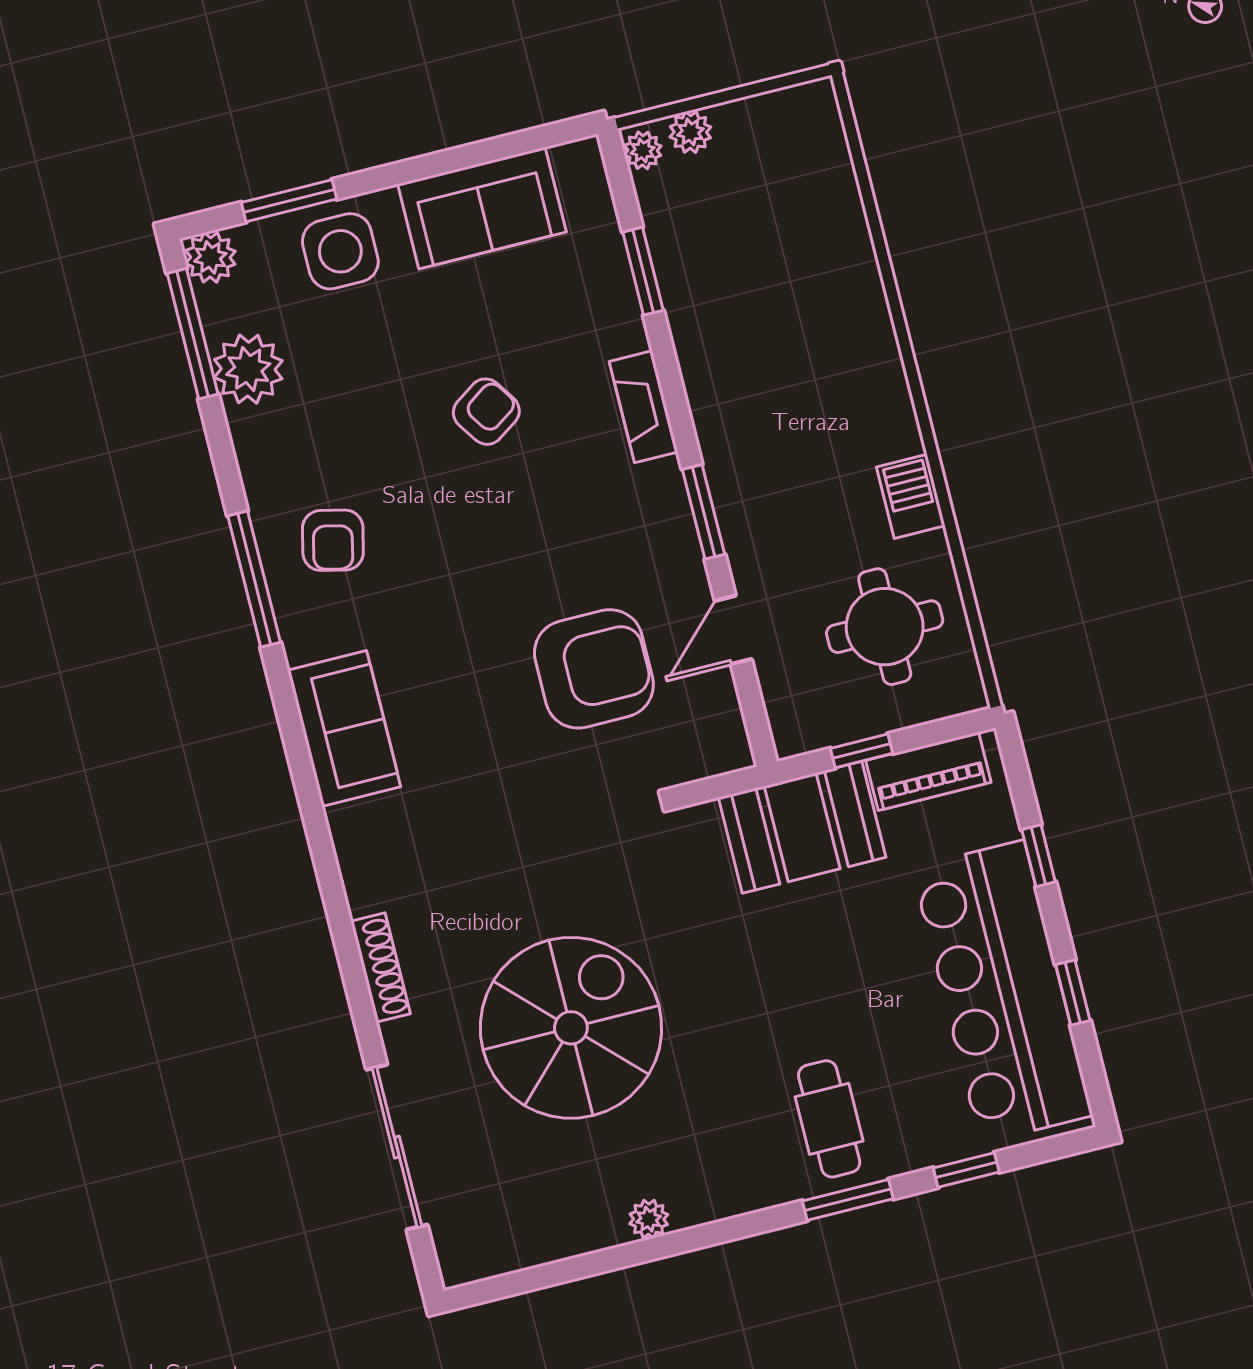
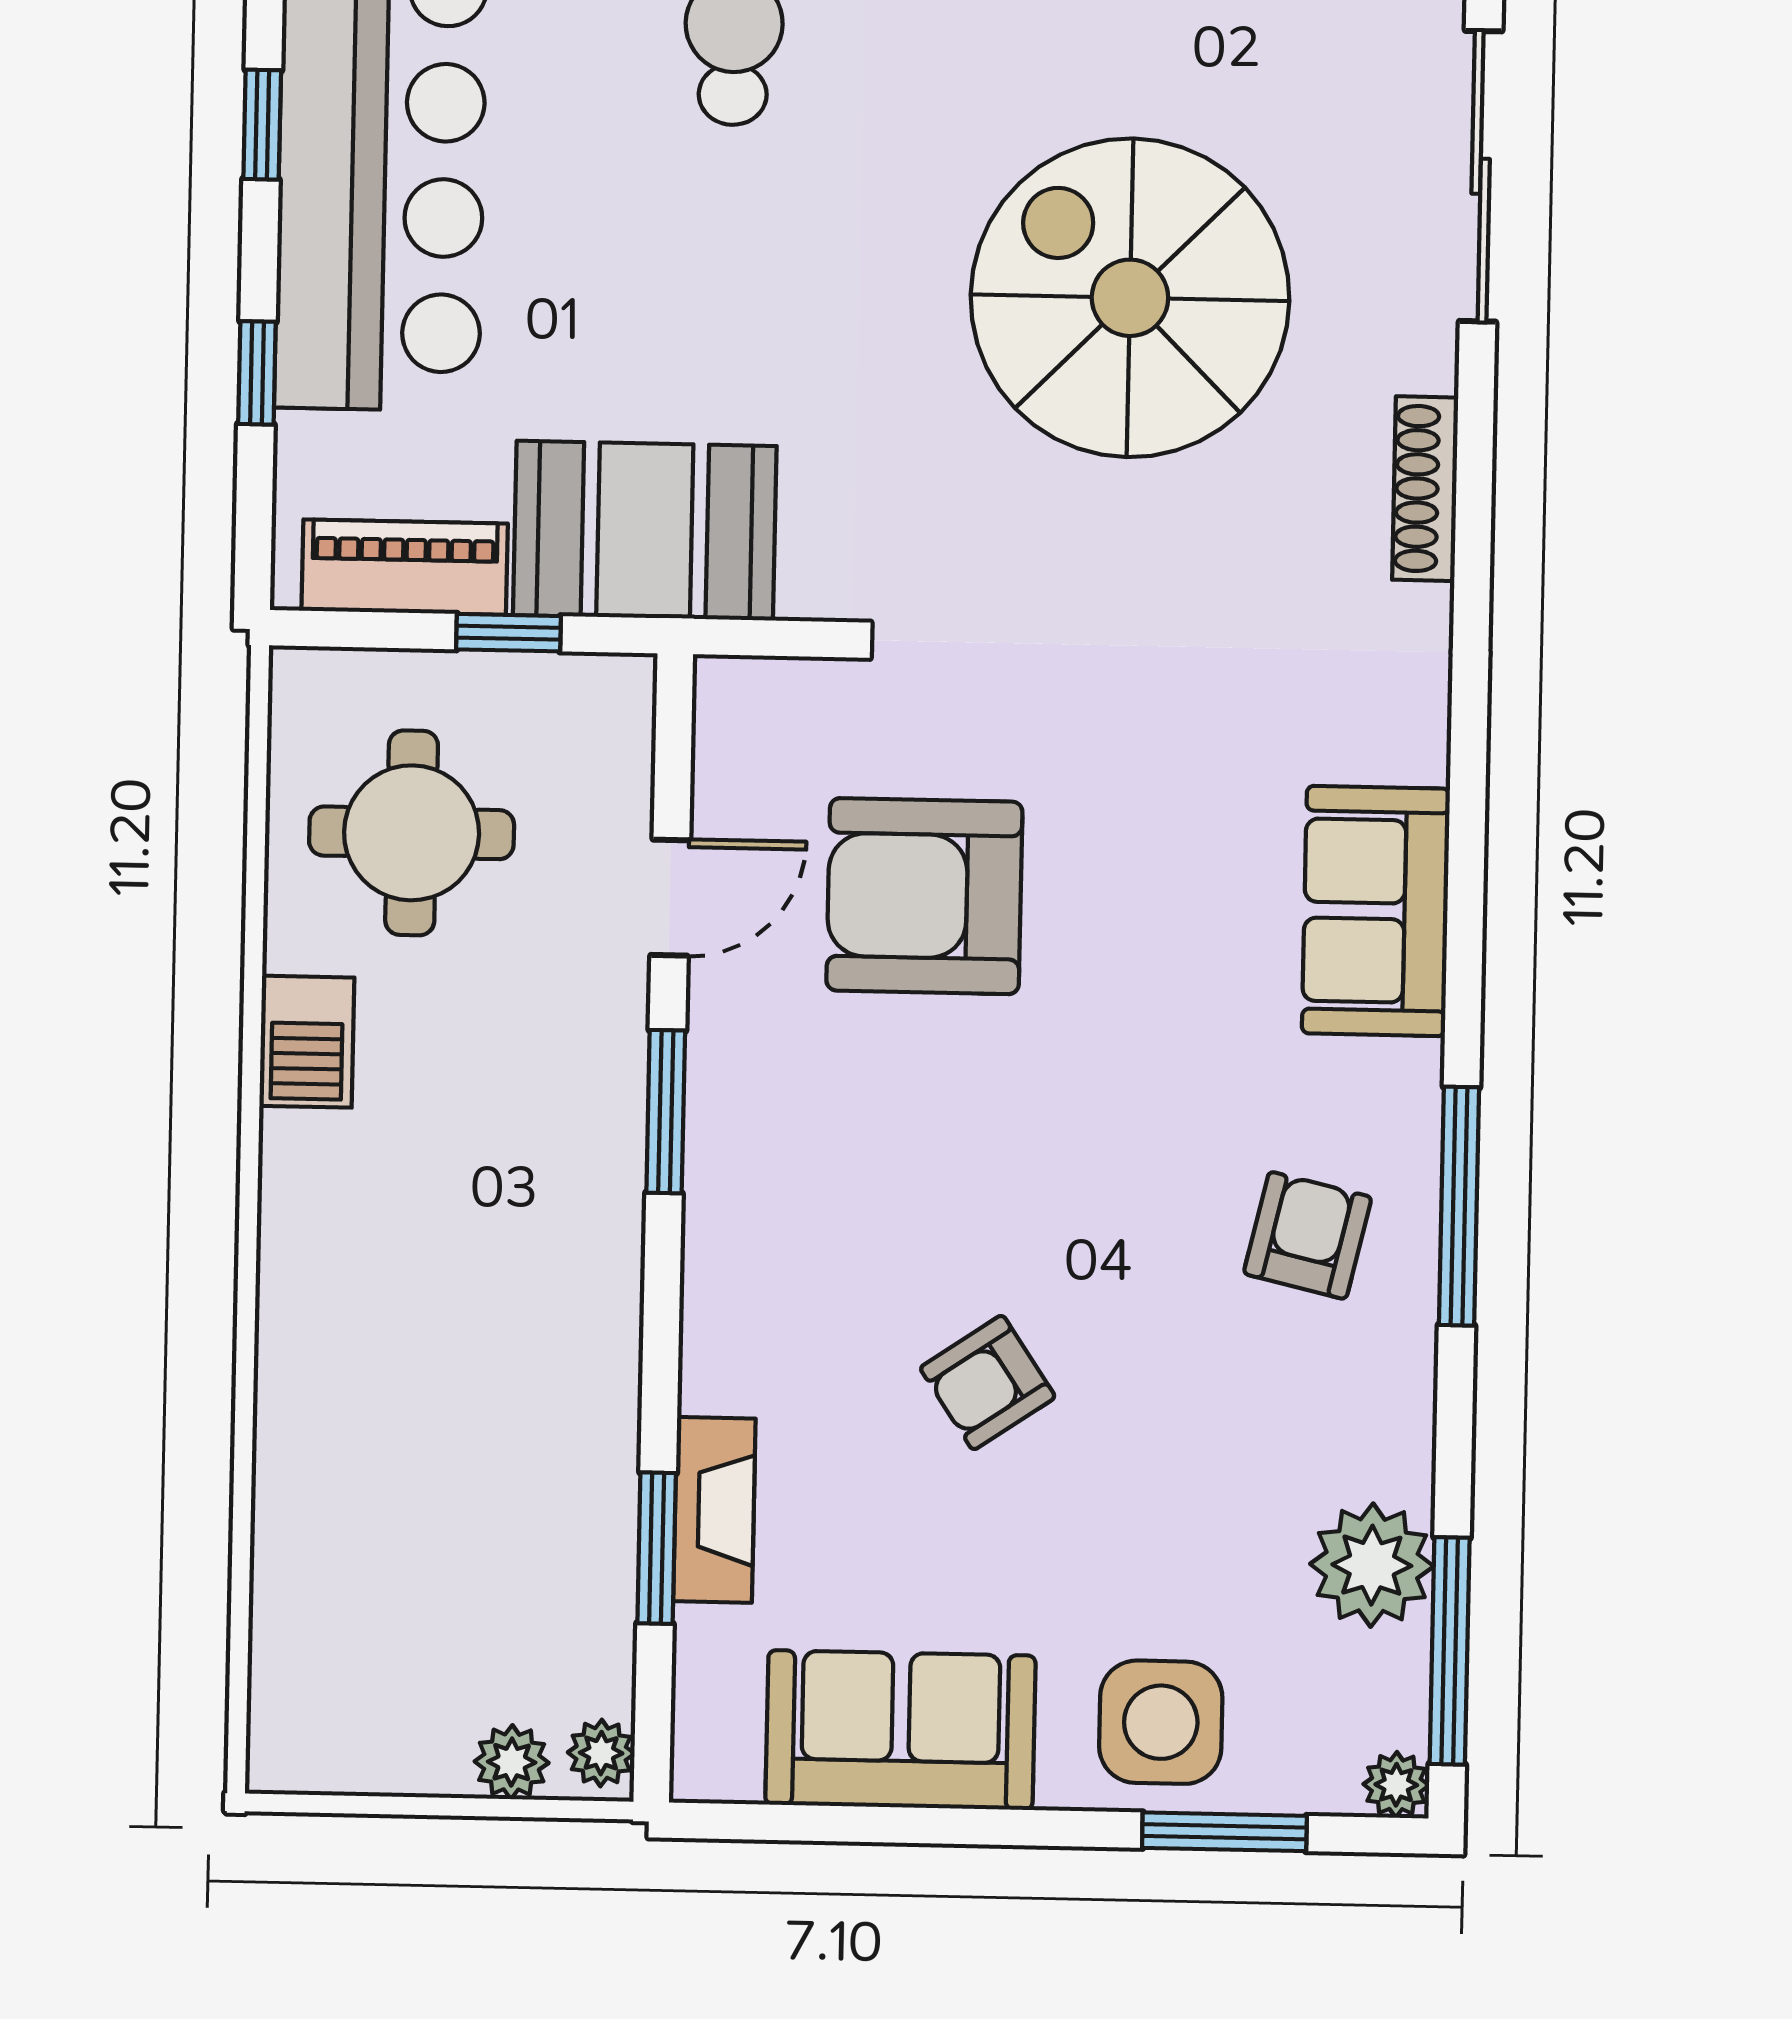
plant: (210, 257) -> (1396, 1785), width x0.73, depth x0.73
fireplace: (644, 407) -> (714, 1510), moved
spiral stairs: (571, 1028) -> (1130, 298), turned 90

